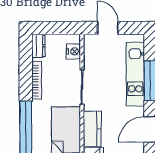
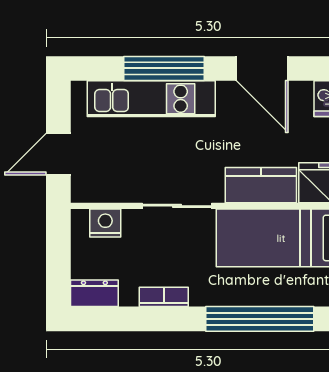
bookcase: (37, 80) -> (164, 297), width x0.64

